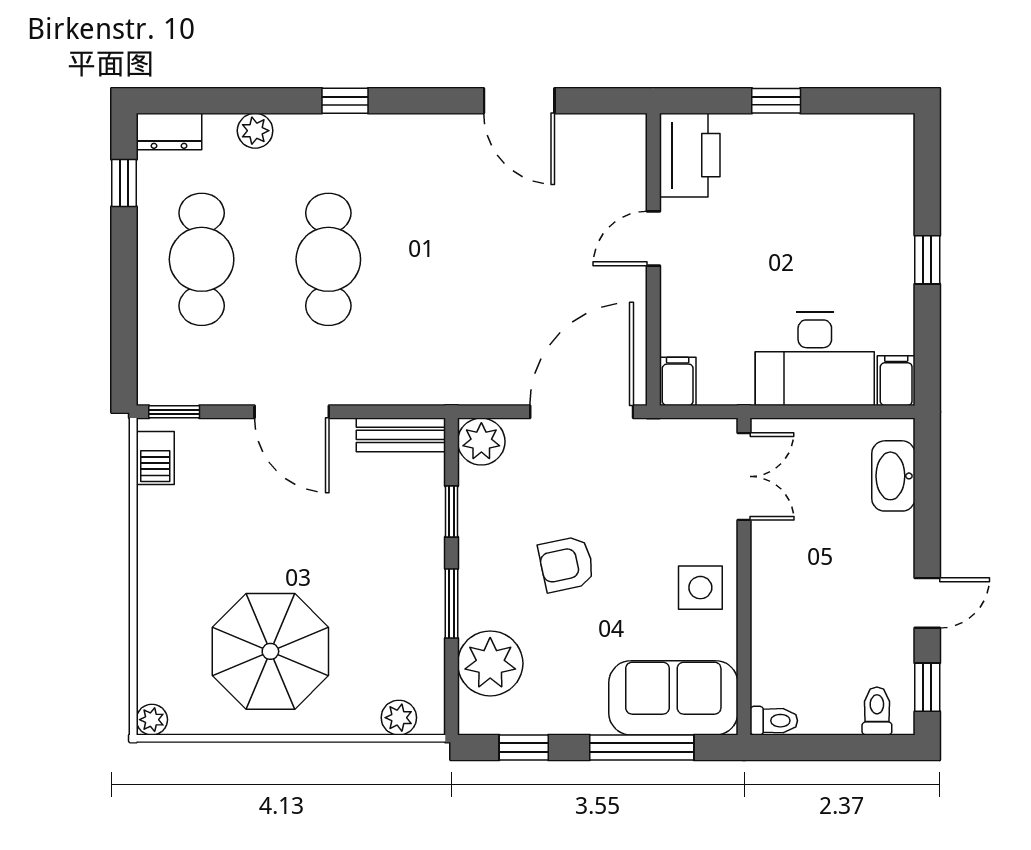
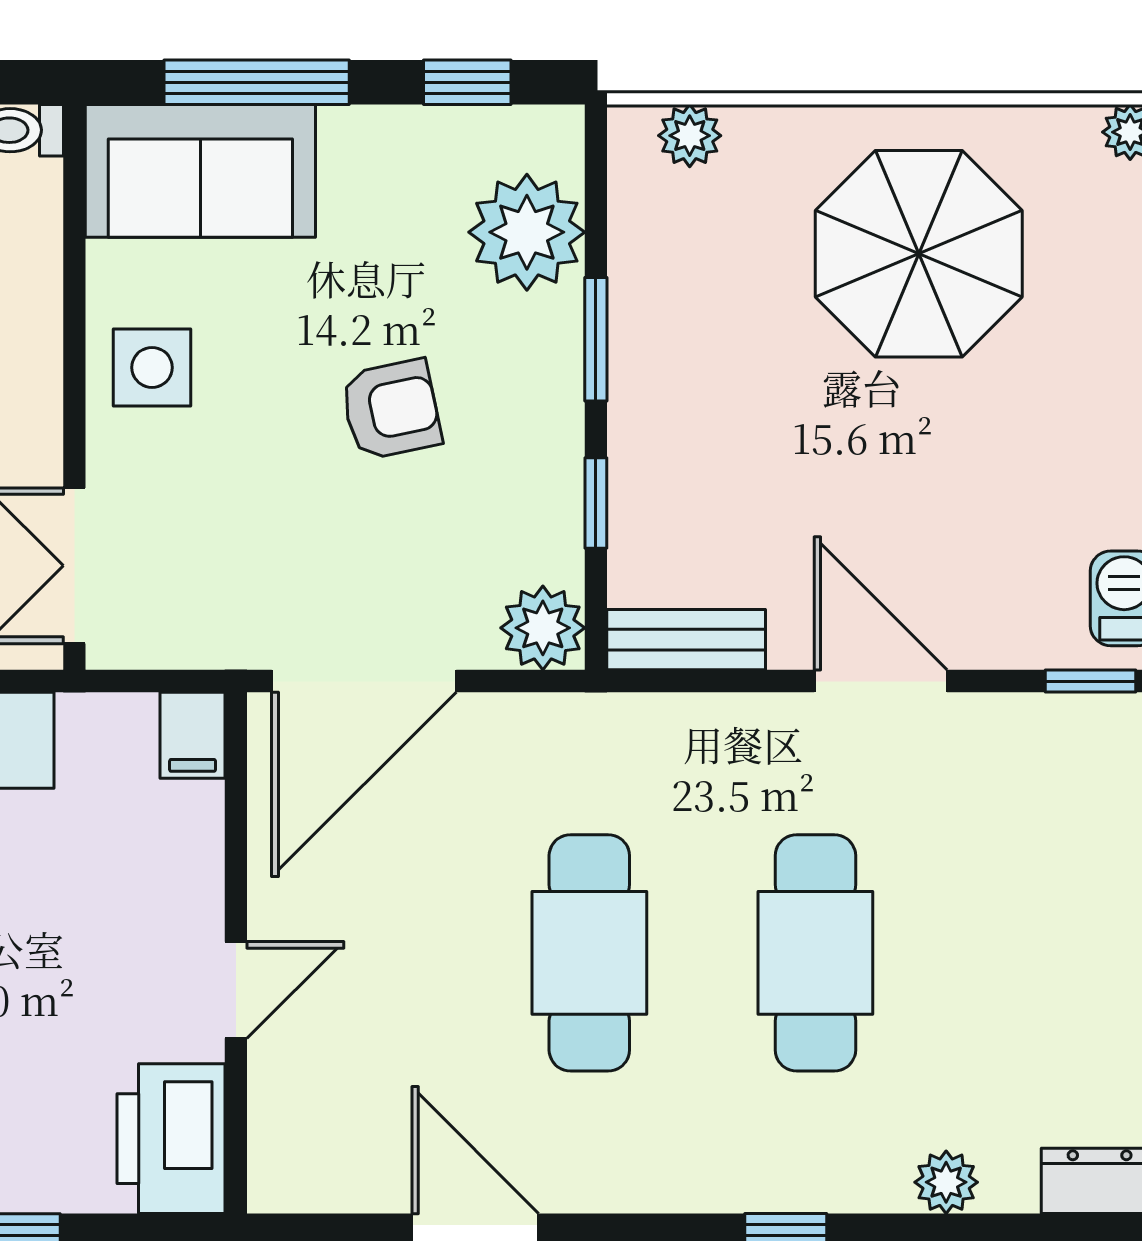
cafe table: (202, 259) -> (589, 953), moved

